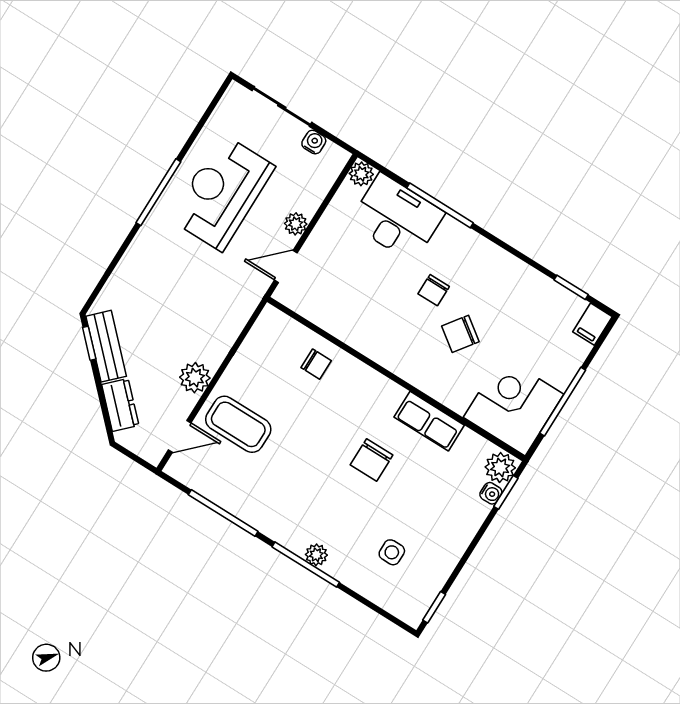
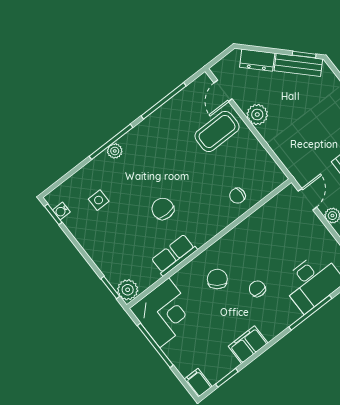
filing cabinet: (515, 275) -> (248, 345), added
chair: (460, 334) -> (217, 279), moved
water cooler: (491, 493) -> (61, 211), moved

